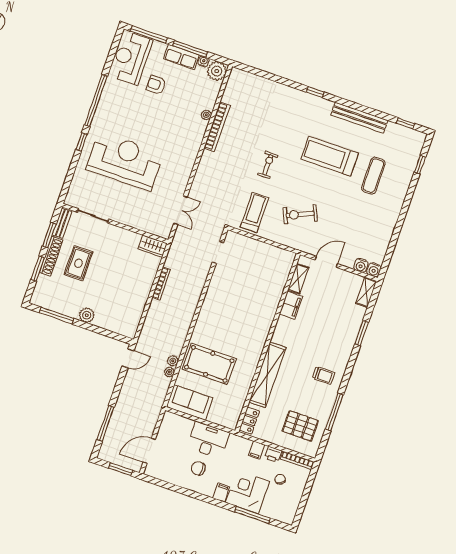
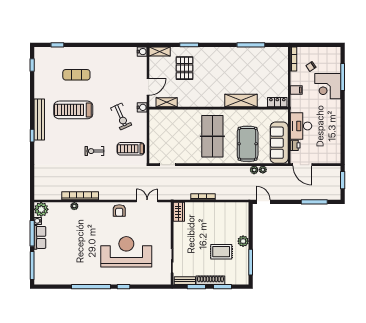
reception desk: (131, 58) -> (53, 272), removed
armchair: (156, 85) -> (119, 211), moved
bench: (359, 118) -> (39, 119), moved
treadmill: (330, 156) -> (73, 110), turned 90
reception desk: (125, 161) -> (126, 252), turned 90
door: (326, 262) -> (148, 87), swing flipped
rug: (78, 263) -> (221, 252), moved
water cooler: (361, 265) -> (142, 107), moved
filing cabinet: (291, 305) -> (187, 101), removed
table tennis table: (235, 322) -> (212, 136), added
shelving: (267, 375) -> (241, 101), width x0.68
trolley: (323, 375) -> (228, 61), removed
sofa: (190, 402) -> (279, 143), width x1.36
pallet: (300, 426) -> (185, 68), moved
door: (149, 451) -> (302, 165), moved
printer: (273, 454) -> (295, 145), moved
chair: (198, 468) -> (323, 126), removed
filing cabinet: (221, 492) -> (334, 104), removed

